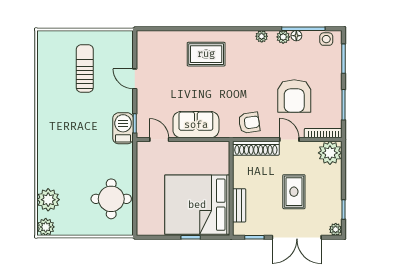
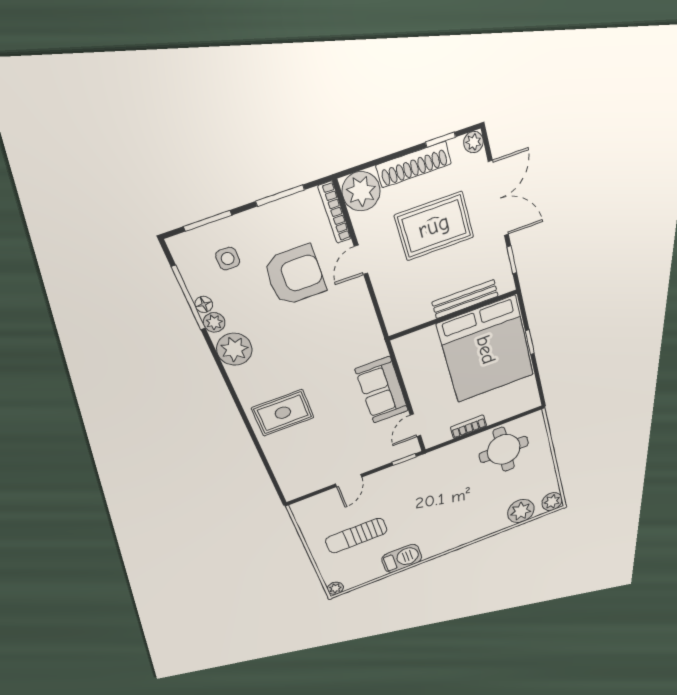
plant: (262, 36) -> (234, 349), width x1.88, depth x1.88
plant: (43, 37) -> (335, 588), added
side table: (326, 39) -> (228, 259), moved
rug: (206, 54) -> (283, 413), turned 90
armchair: (249, 123) -> (356, 324), removed
barbecue: (123, 128) -> (402, 558), moved, turned 180
shoe rack: (256, 148) -> (414, 165), moved, turned 90
bookcase: (142, 177) -> (469, 427), added
rug: (294, 192) -> (434, 226), width x1.36, depth x1.43
bench: (239, 205) -> (465, 299), width x1.36

